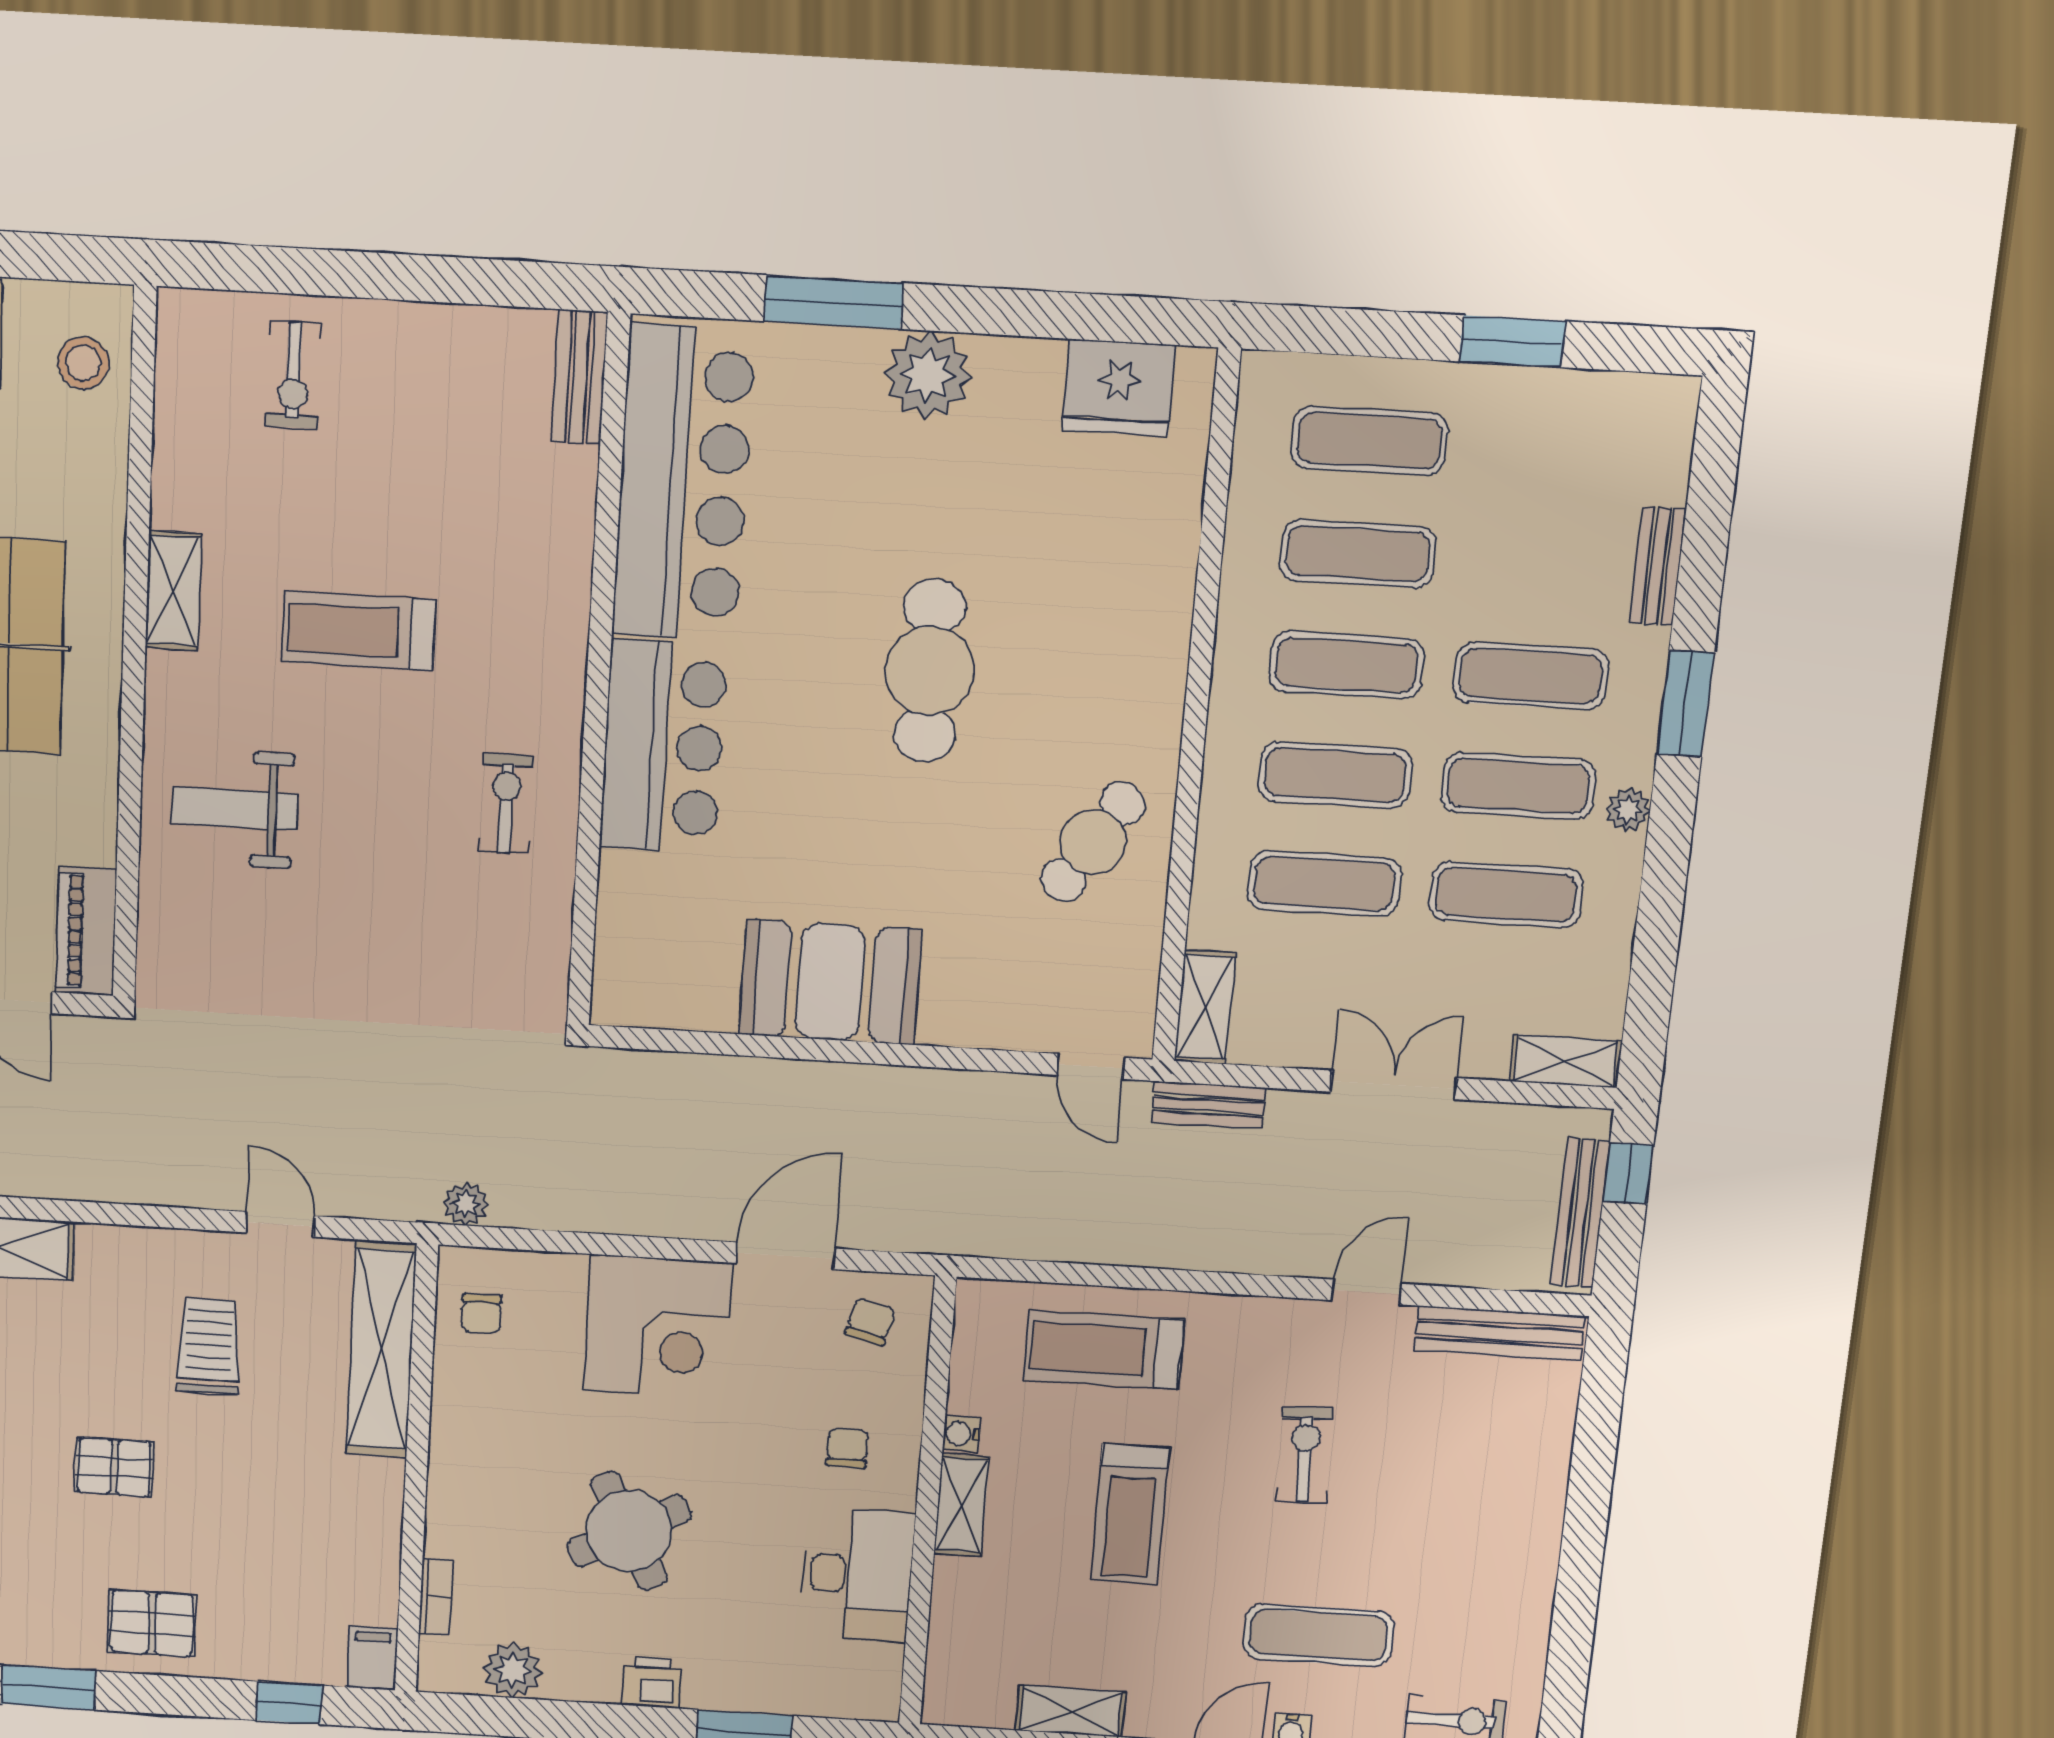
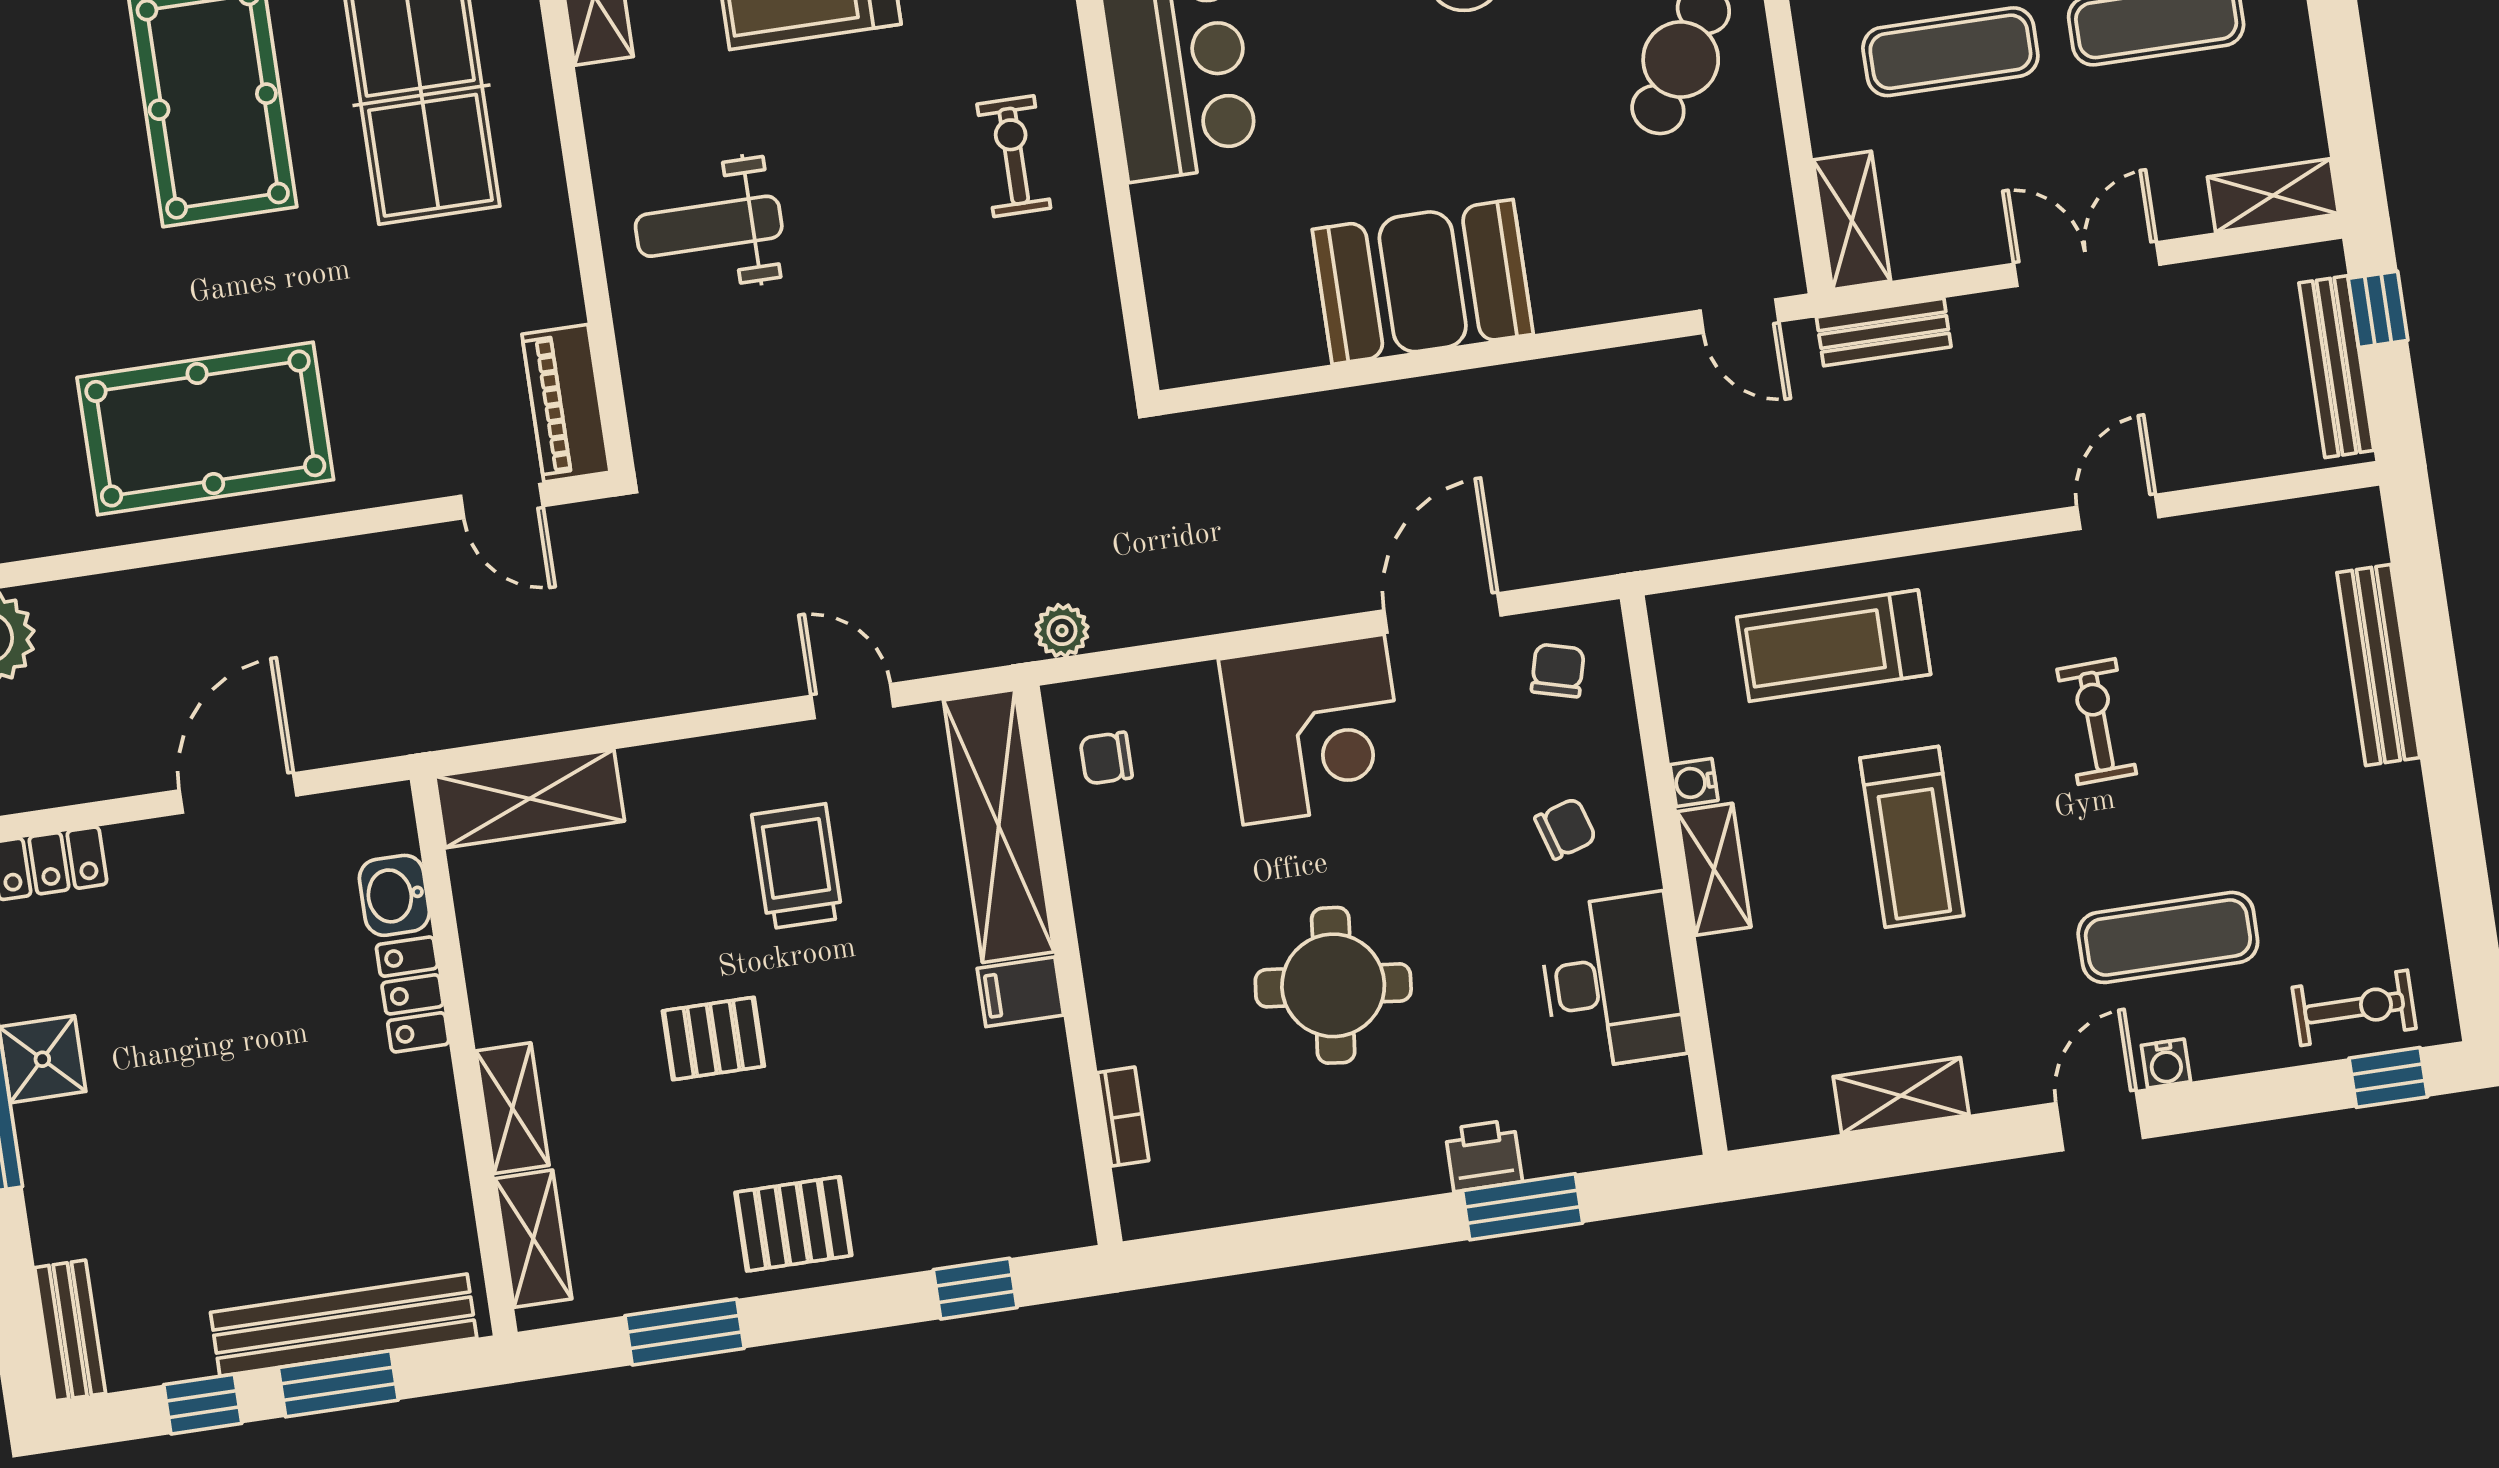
chair: (481, 1314) -> (1106, 758), turned 90
bench: (1499, 1333) -> (2378, 665), moved, turned 90
chair: (847, 1448) -> (1565, 829), turned 73
round table: (629, 1531) -> (1333, 985), turned 34
filing cabinet: (372, 1658) -> (1020, 992), moved, turned -90
plant: (513, 1670) -> (1232, 1189), removed
printer: (652, 1682) -> (1484, 1155), moved

